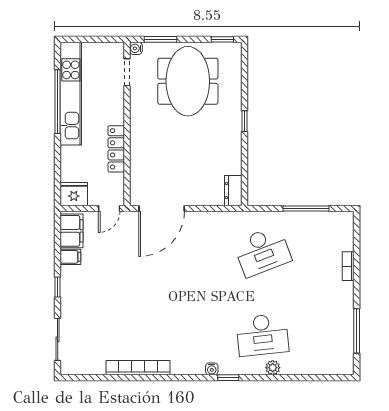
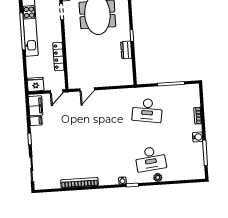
dresser: (233, 191) -> (126, 50), moved
door: (162, 209) -> (87, 89), width x0.53
desk: (262, 251) -> (147, 110), turned 30
water cooler: (346, 303) -> (198, 137), added

